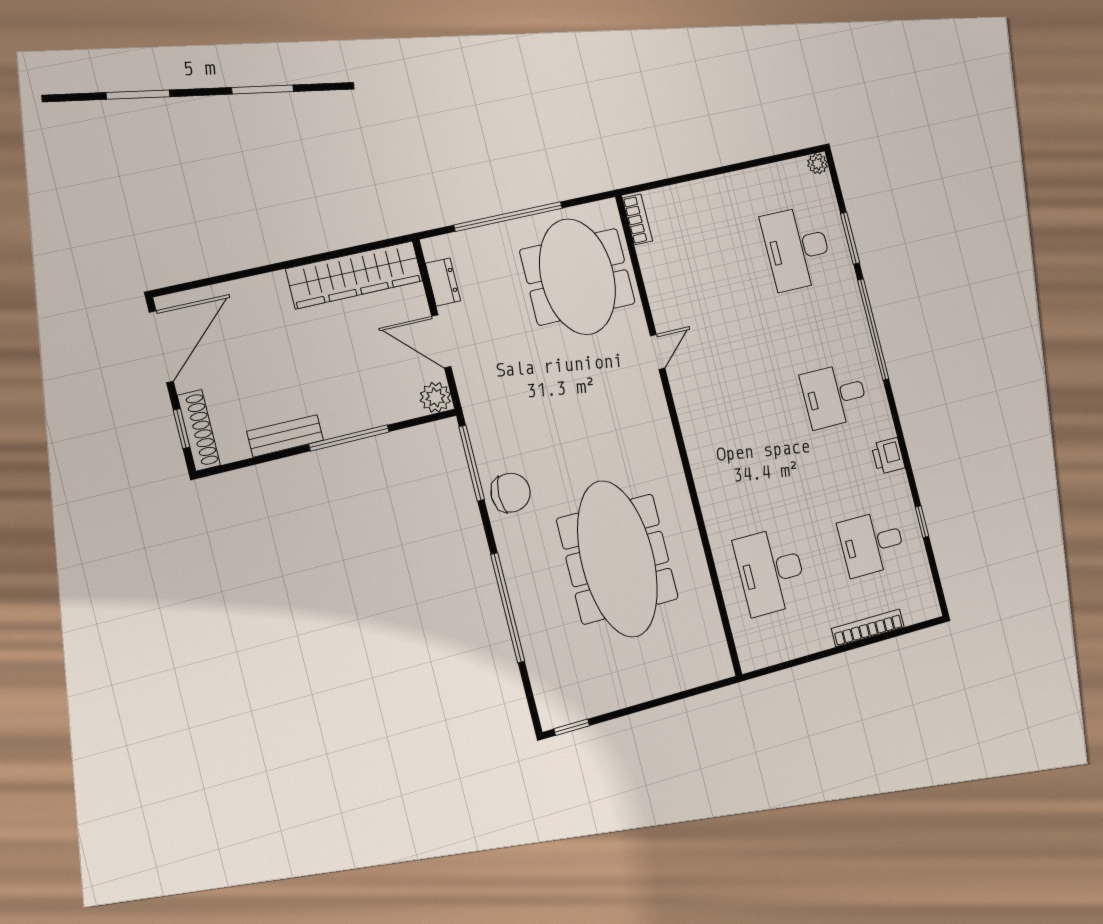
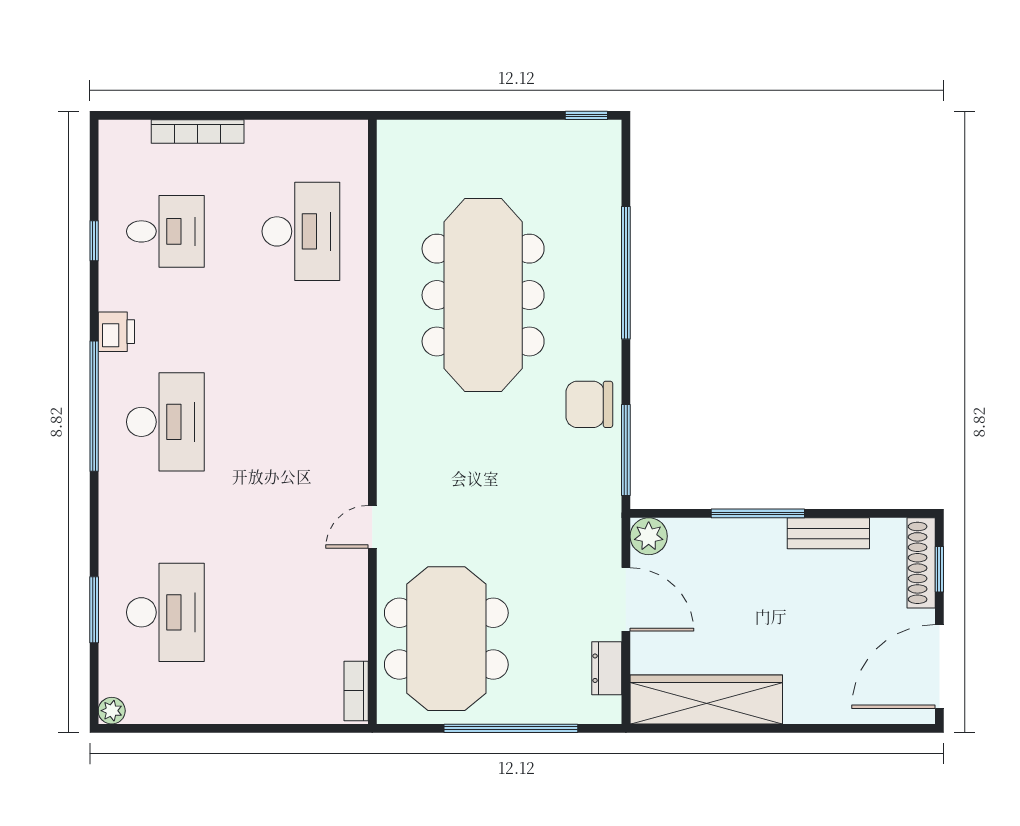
window: (873, 329) -> (94, 406), moved
desk: (834, 396) -> (165, 422), width x1.37

